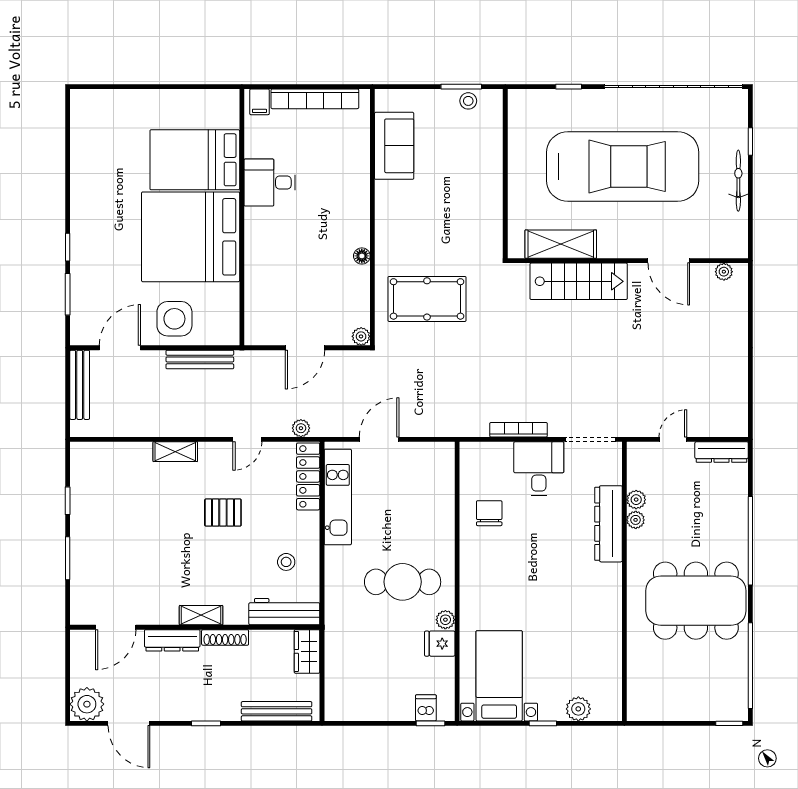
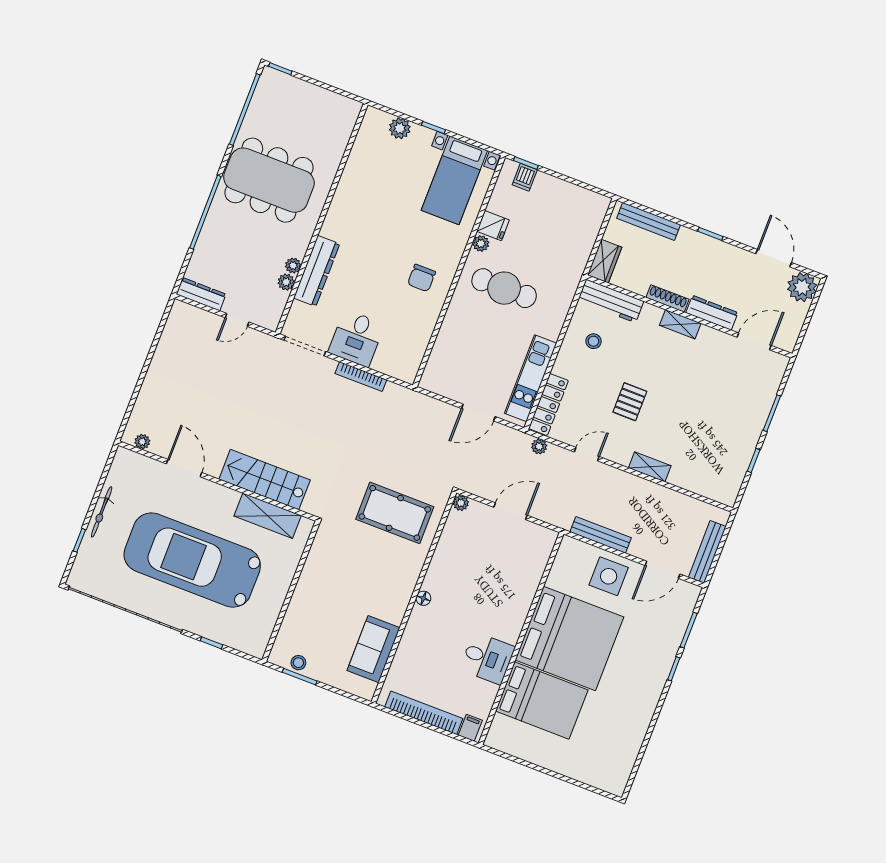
floor lamp: (362, 256) -> (423, 598), moved
pallet: (223, 513) -> (630, 402), turned 90
chair: (489, 513) -> (422, 278), moved

